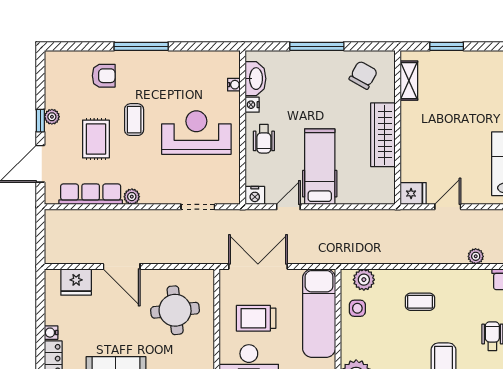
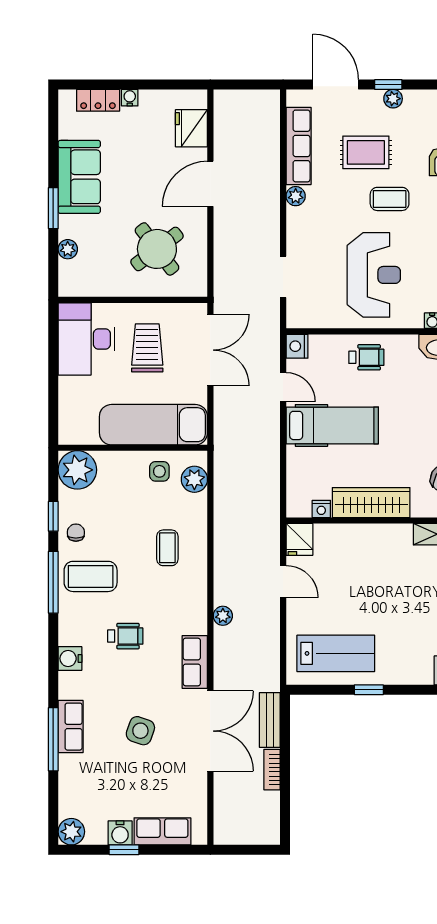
nightstand: (252, 105) -> (321, 509), moved, turned 180
wheelchair: (264, 139) -> (366, 357), turned 180
round table: (175, 310) -> (157, 249), turned -31

